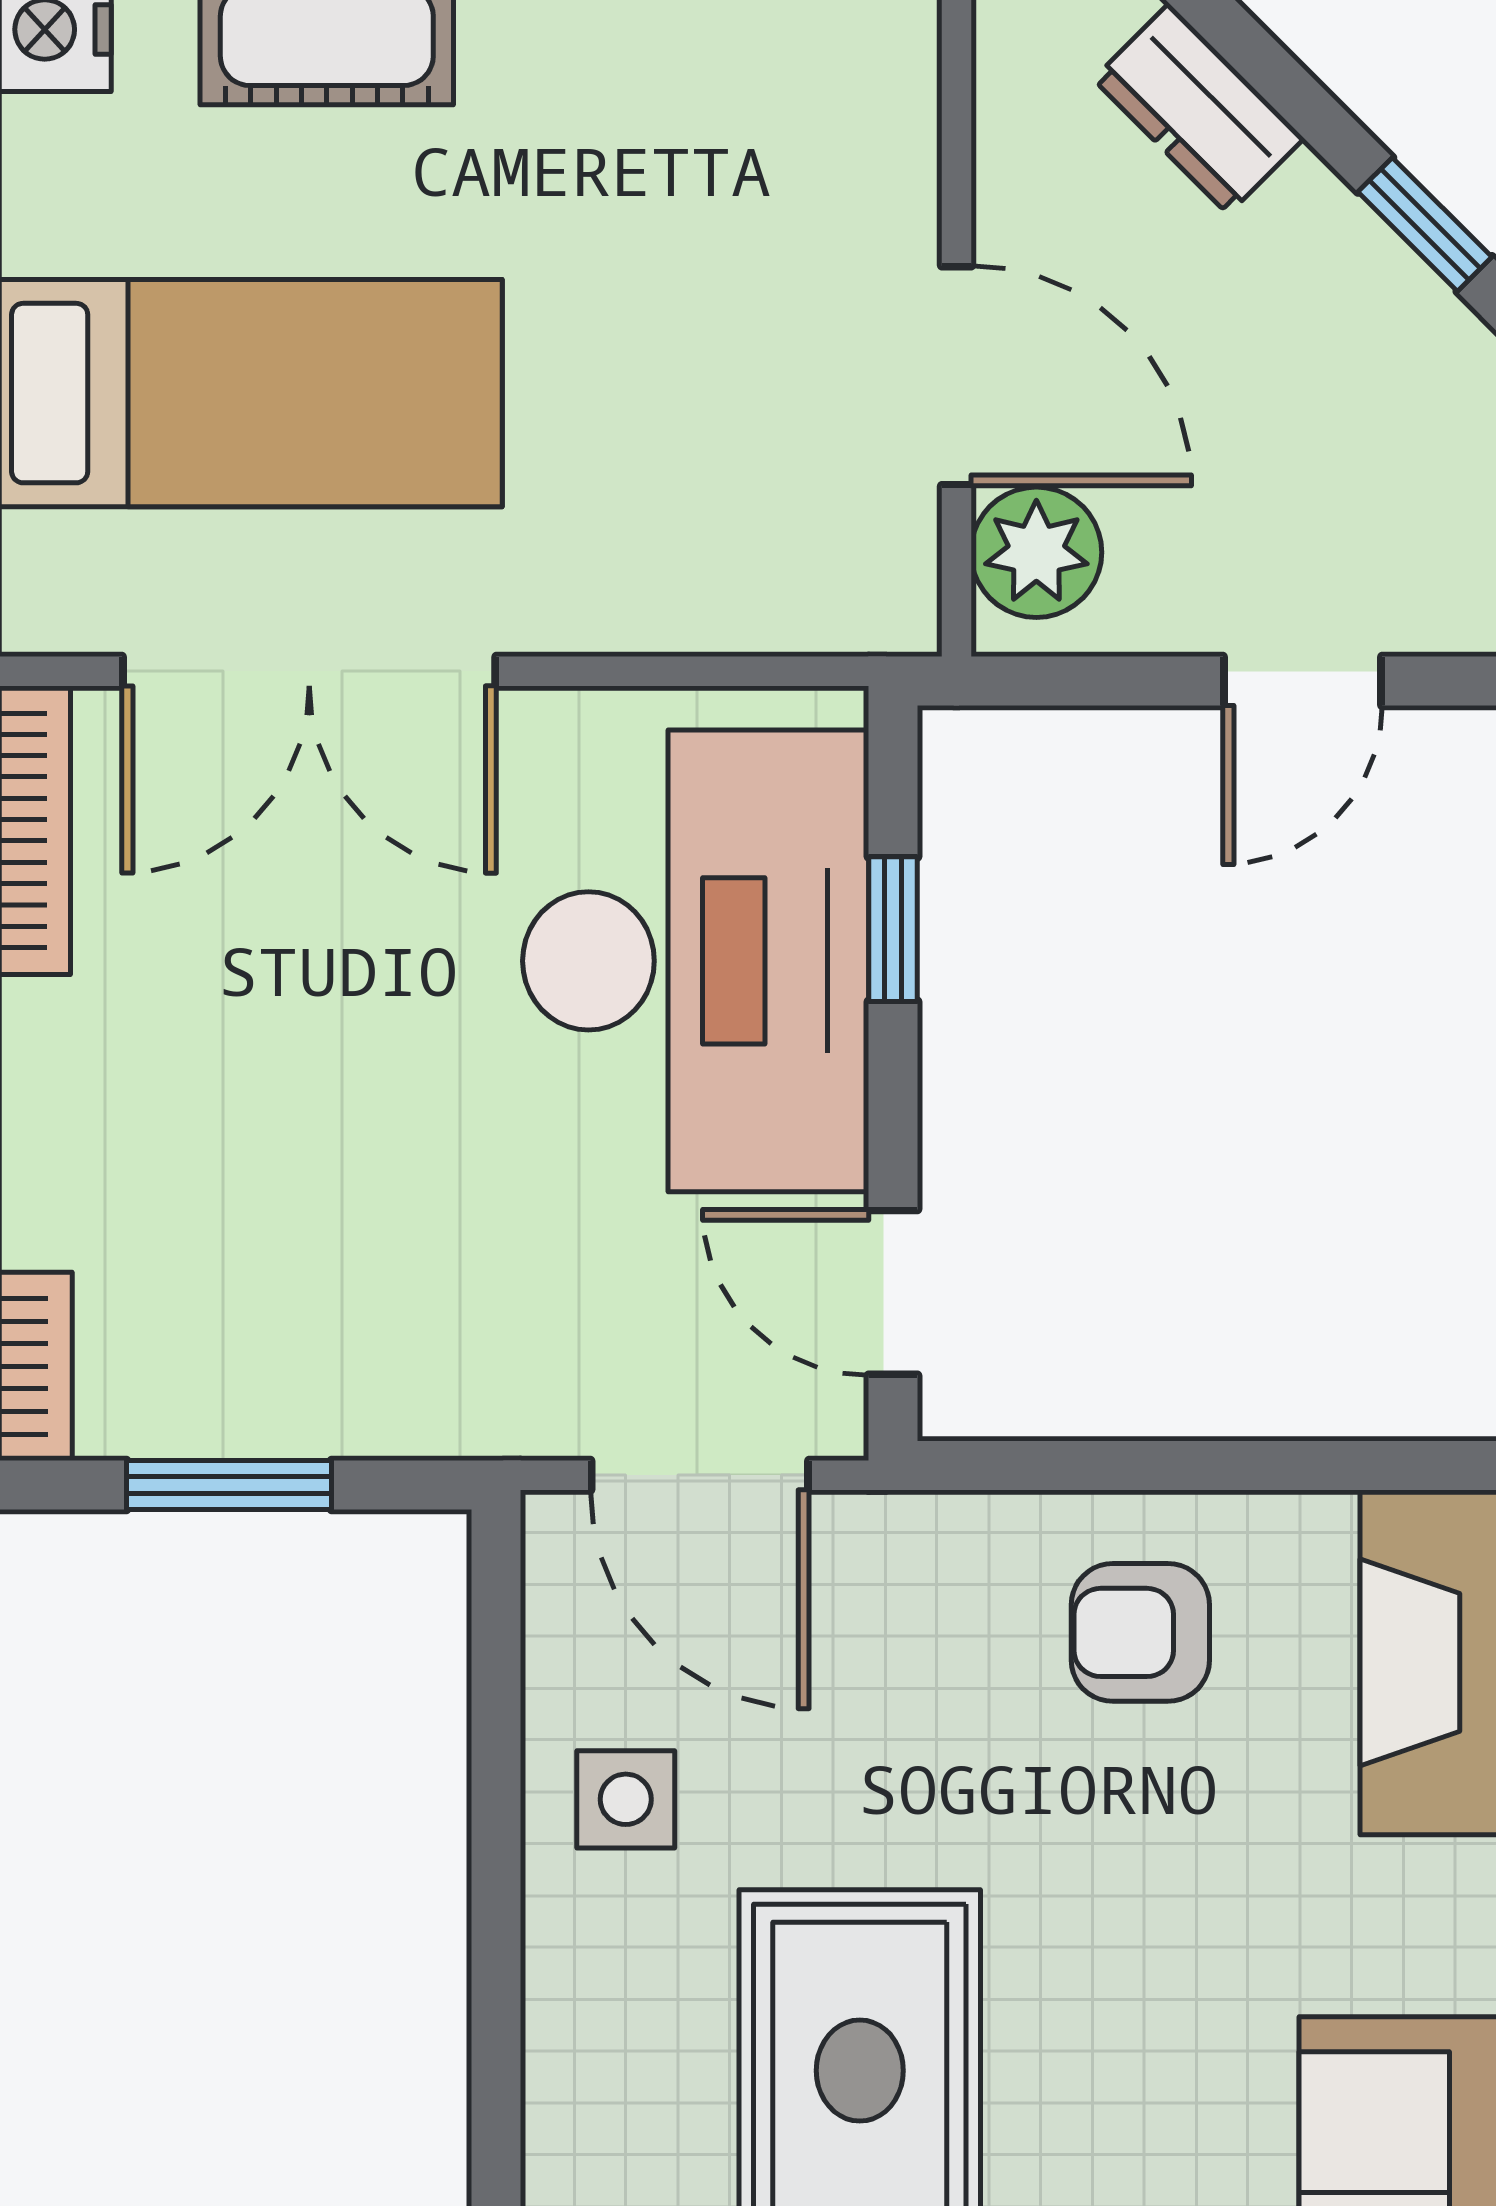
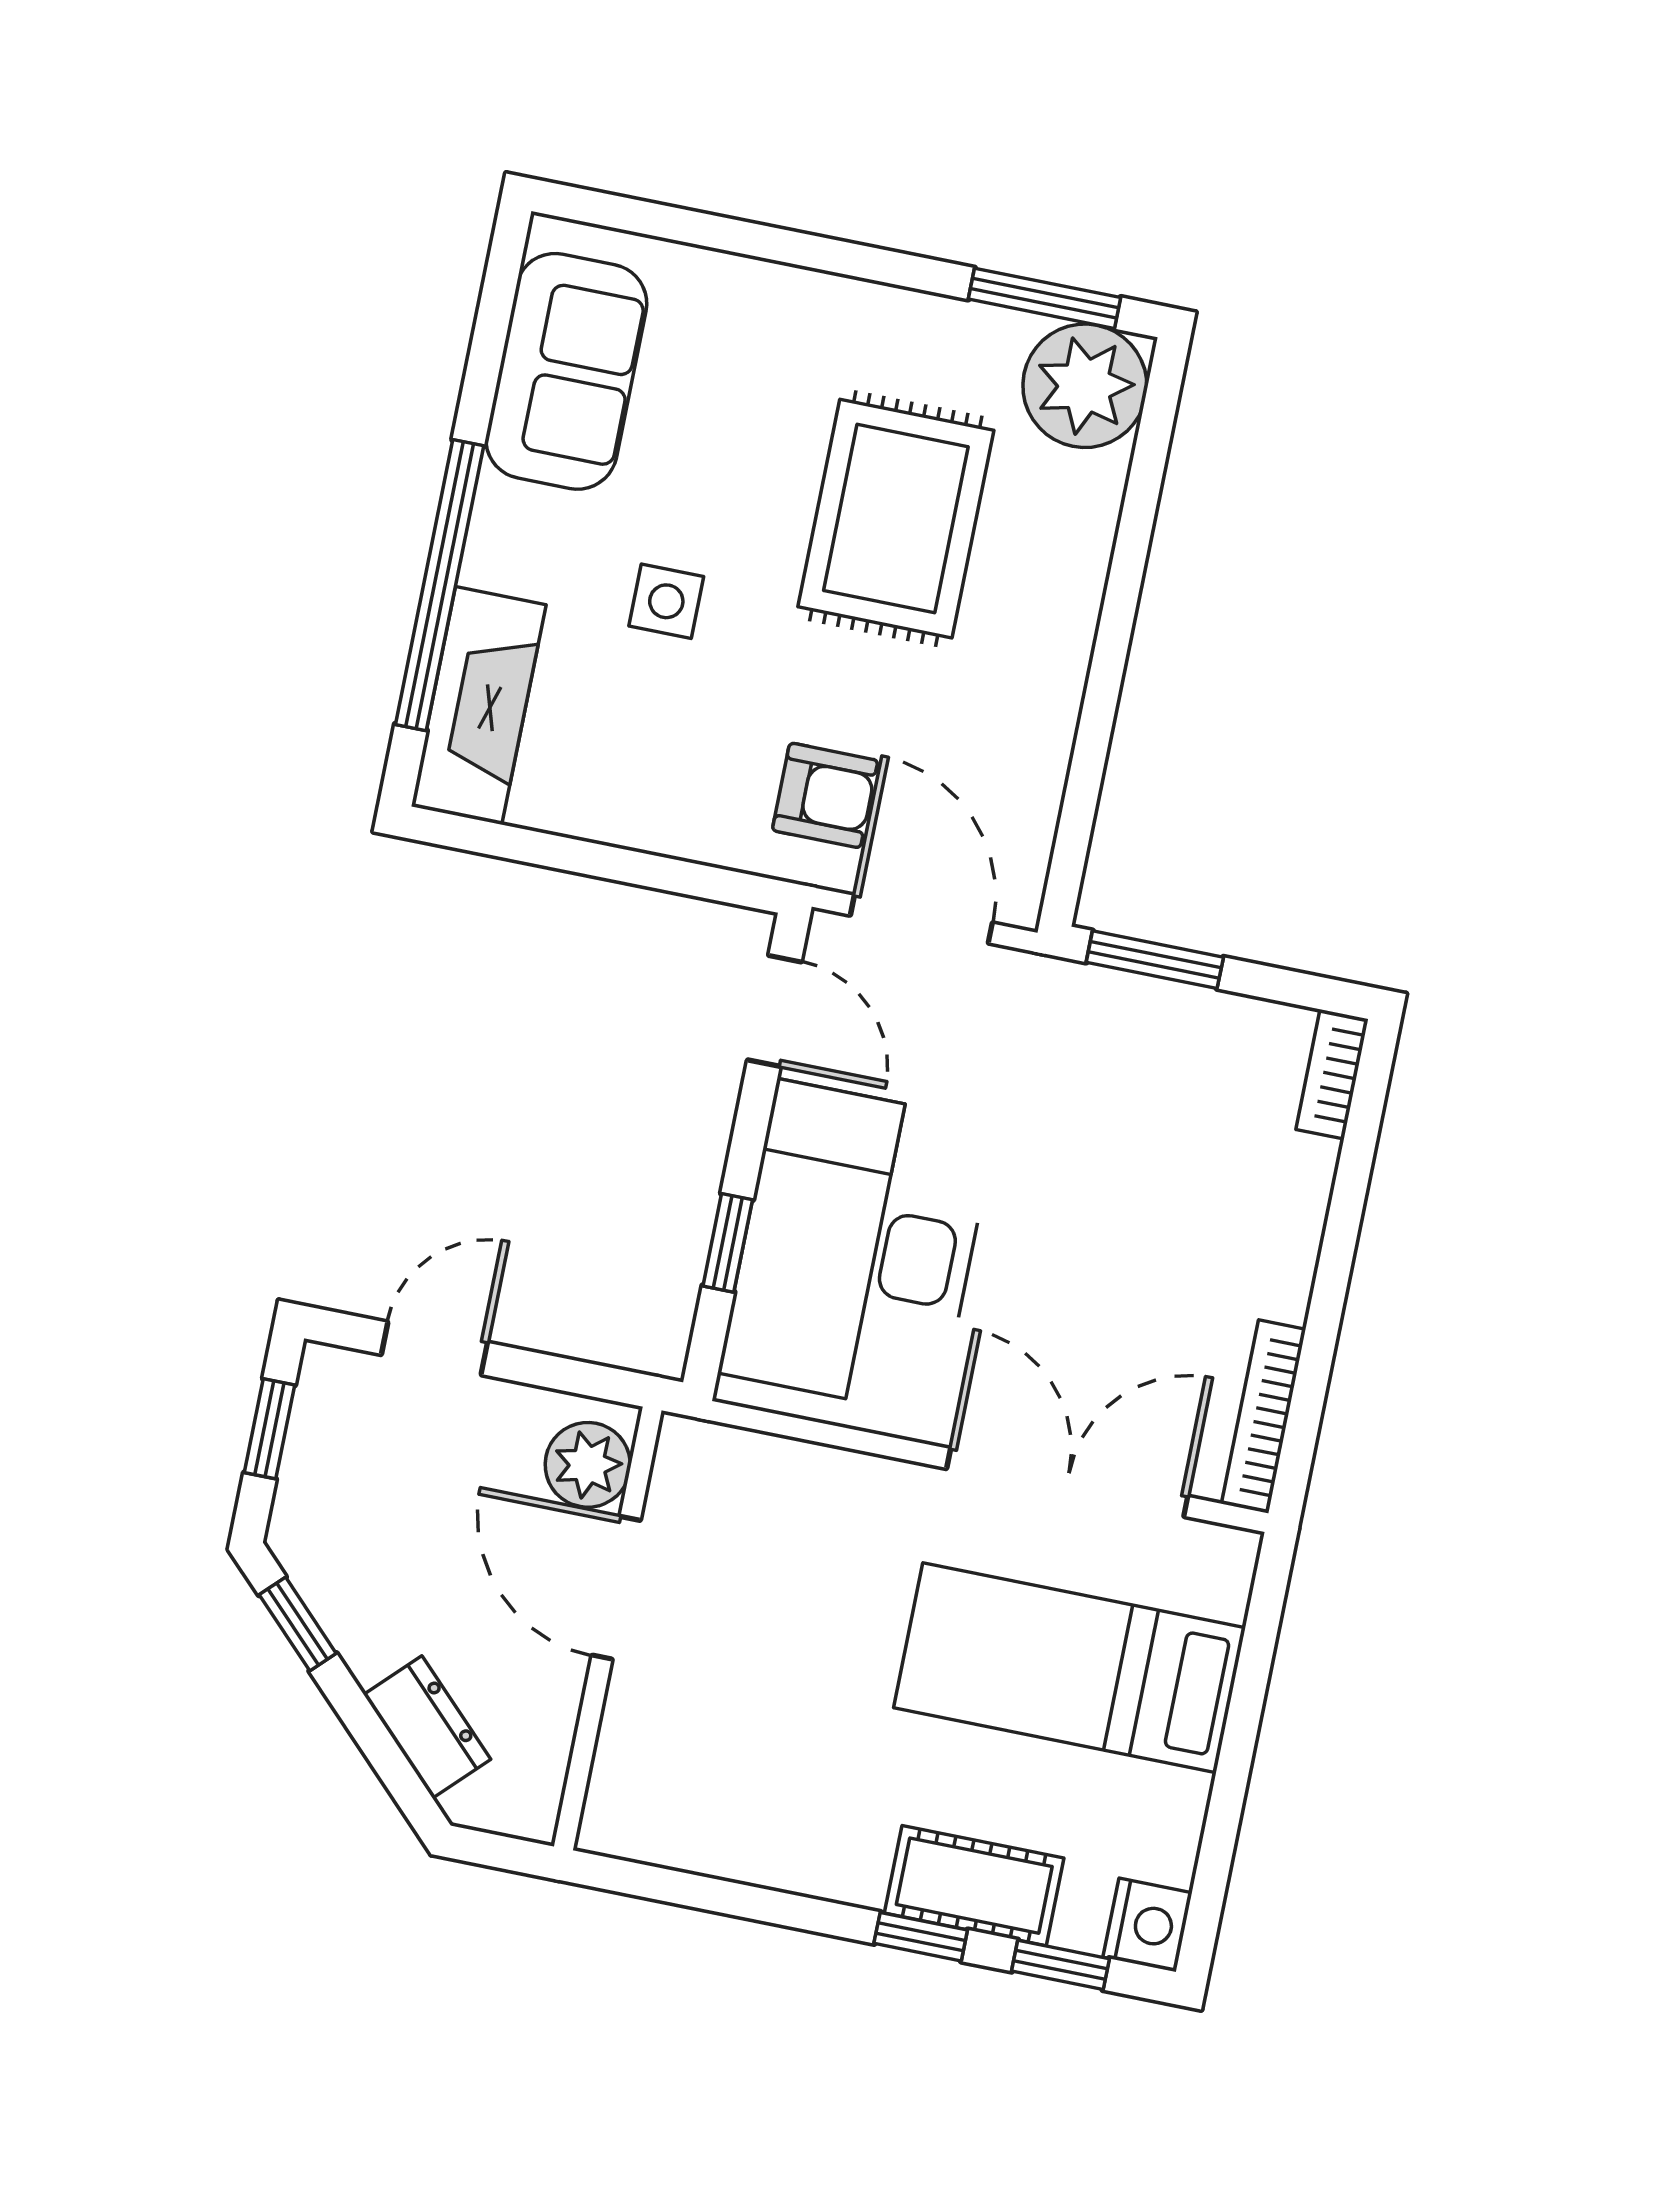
window: (229, 1485) -> (1155, 960), moved
armchair: (1140, 1632) -> (825, 795), moved
side table: (626, 1799) -> (666, 601), moved

